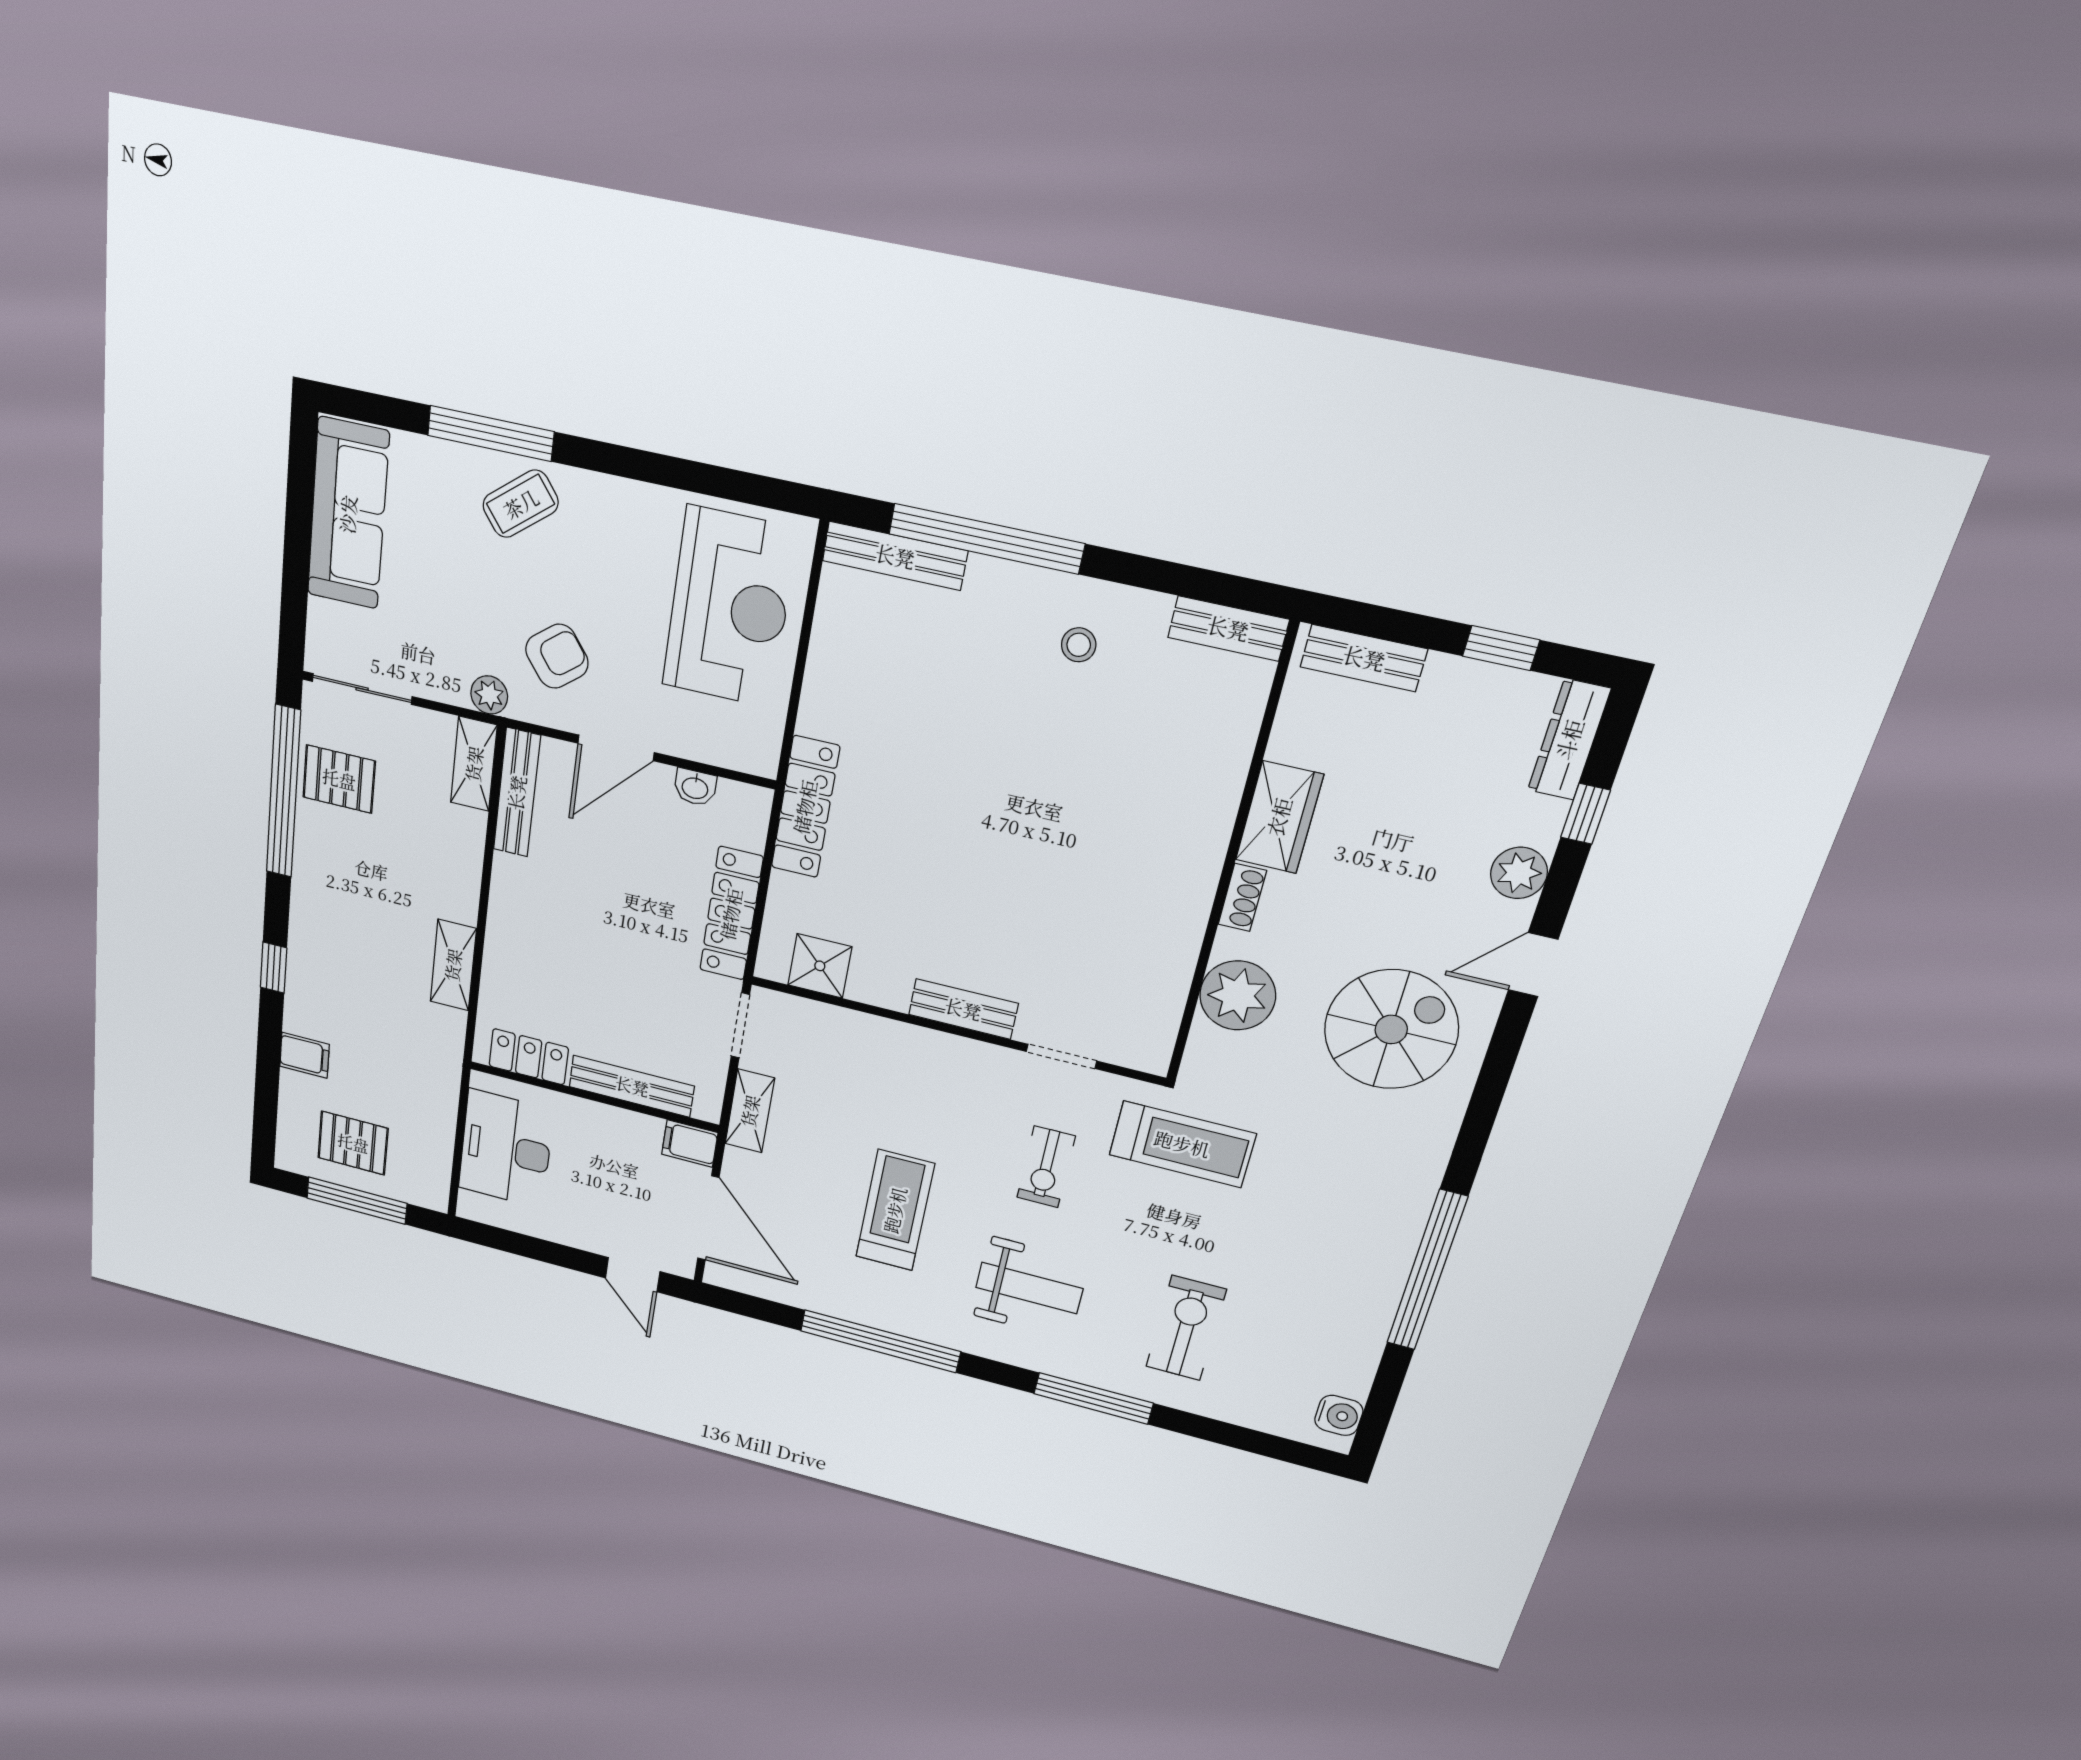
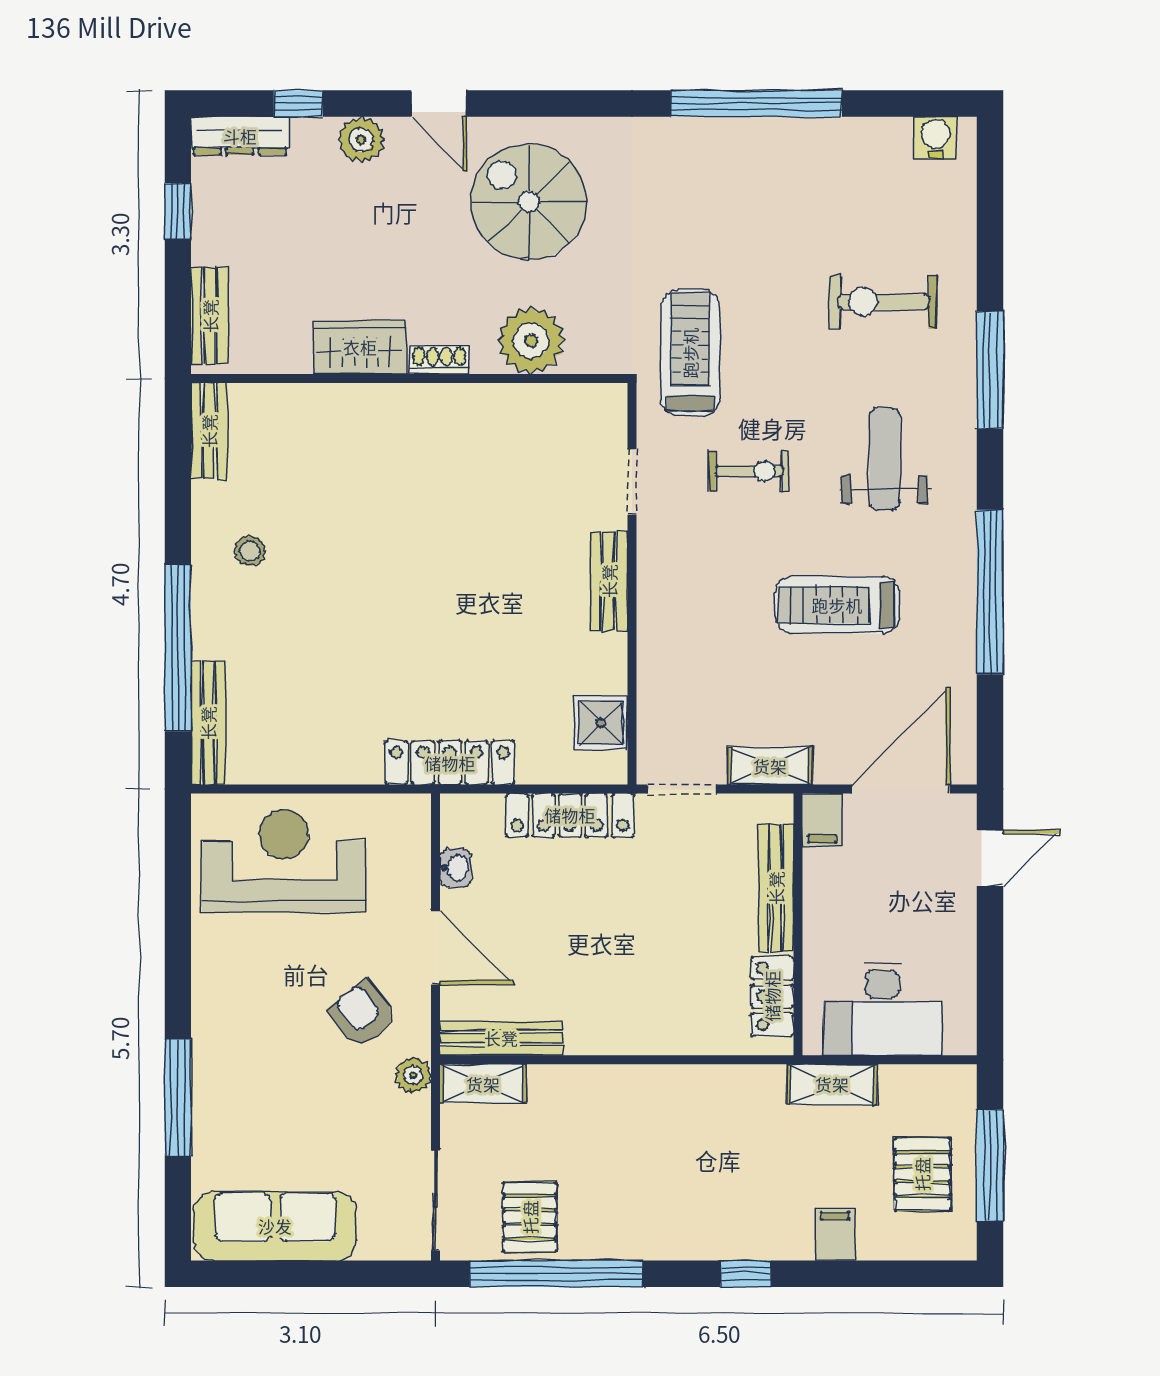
coffee table: (521, 504) -> (233, 1064), removed
shelving: (453, 965) -> (832, 1084), moved

